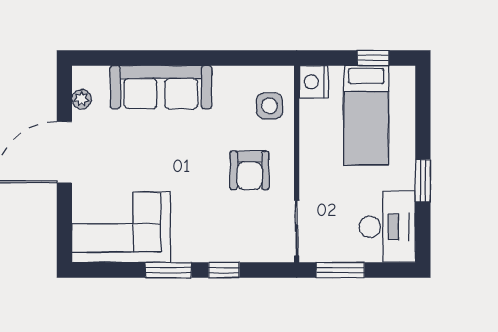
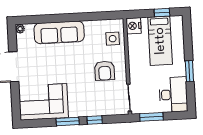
plant: (82, 99) -> (20, 29), moved

